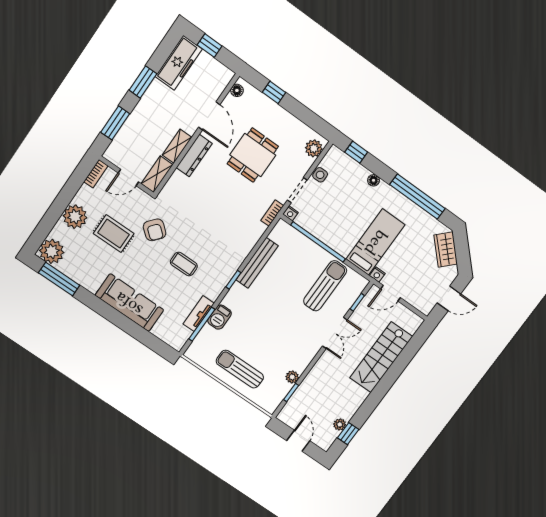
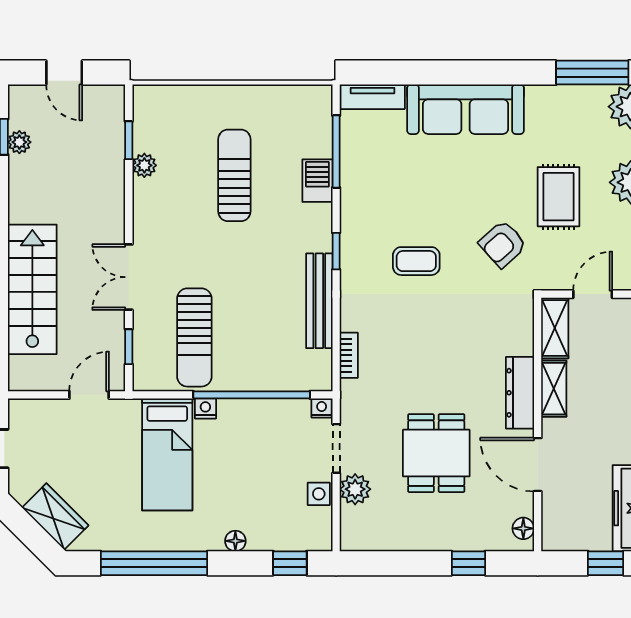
plant: (314, 148) -> (355, 489), moved
bookcase: (272, 213) -> (349, 355), moved
armchair: (155, 230) -> (503, 244), turned -82
rug: (114, 234) -> (558, 197), turned 90
coffee table: (184, 264) -> (416, 261), moved
nightstand: (377, 275) -> (205, 409), moved
tv unit: (199, 314) -> (373, 97), moved, turned 90
sun lounger: (240, 369) -> (234, 175), moved, turned -90

